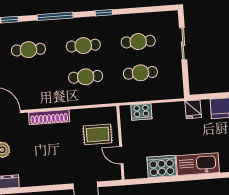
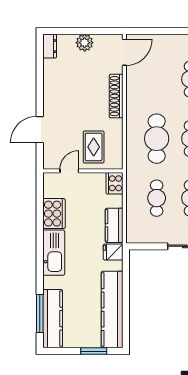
cafe table: (86, 77) -> (157, 139), width x1.37, depth x1.35
kitchen counter: (168, 110) -> (114, 225), added
cooker: (141, 112) -> (114, 183), moved

